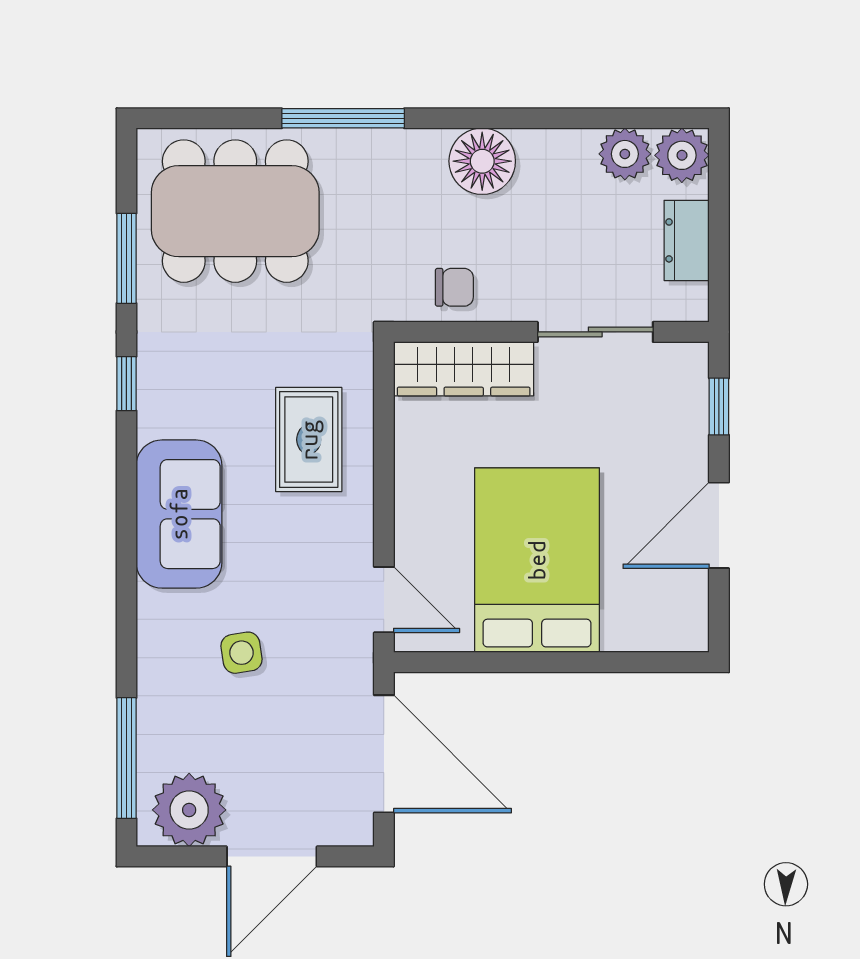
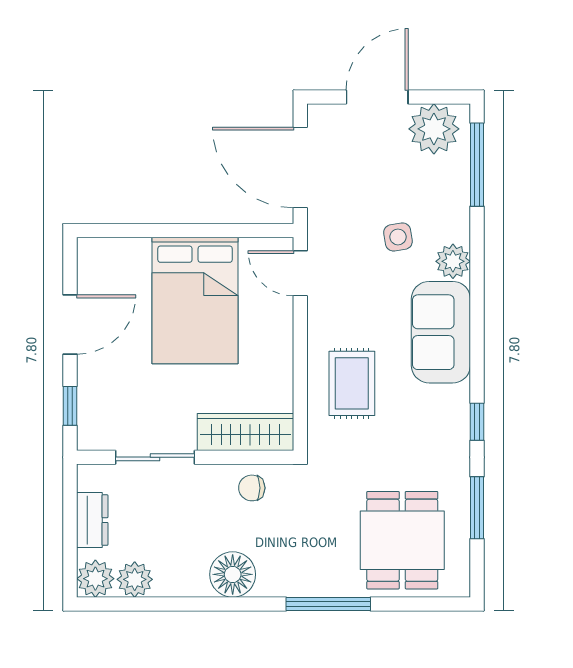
dining table: (235, 211) -> (402, 540), width x0.73
plant: (161, 617) -> (453, 261), added

